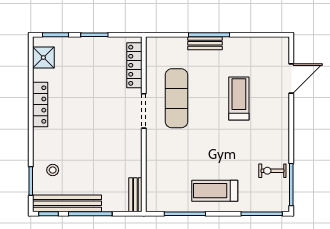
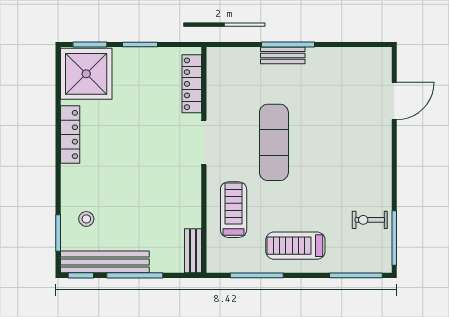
shower: (43, 58) -> (86, 74), width x1.86, depth x1.86
exercise mat: (176, 98) -> (274, 142), moved
treadmill: (239, 98) -> (234, 210), moved

